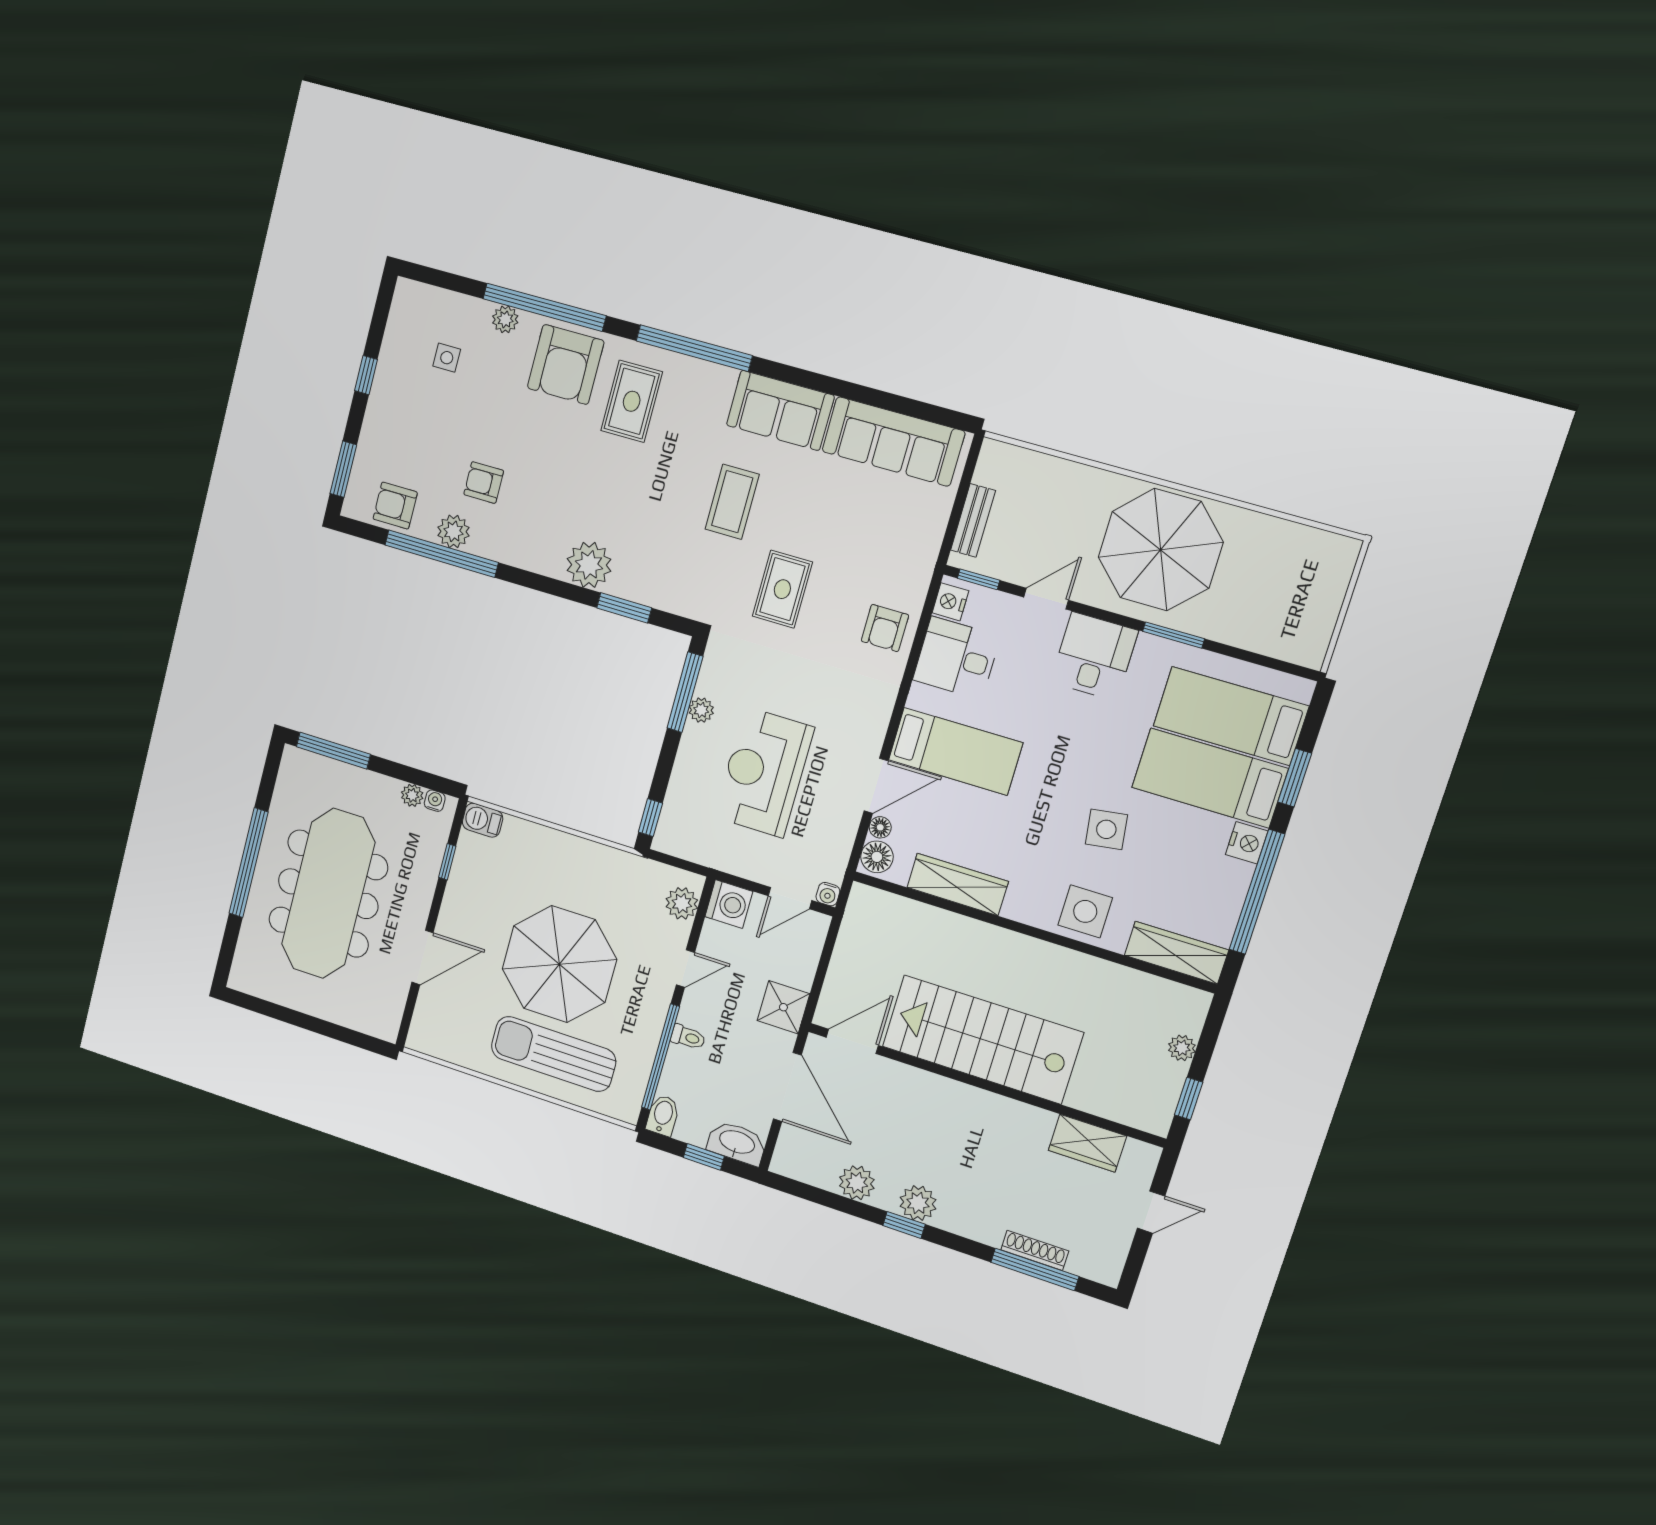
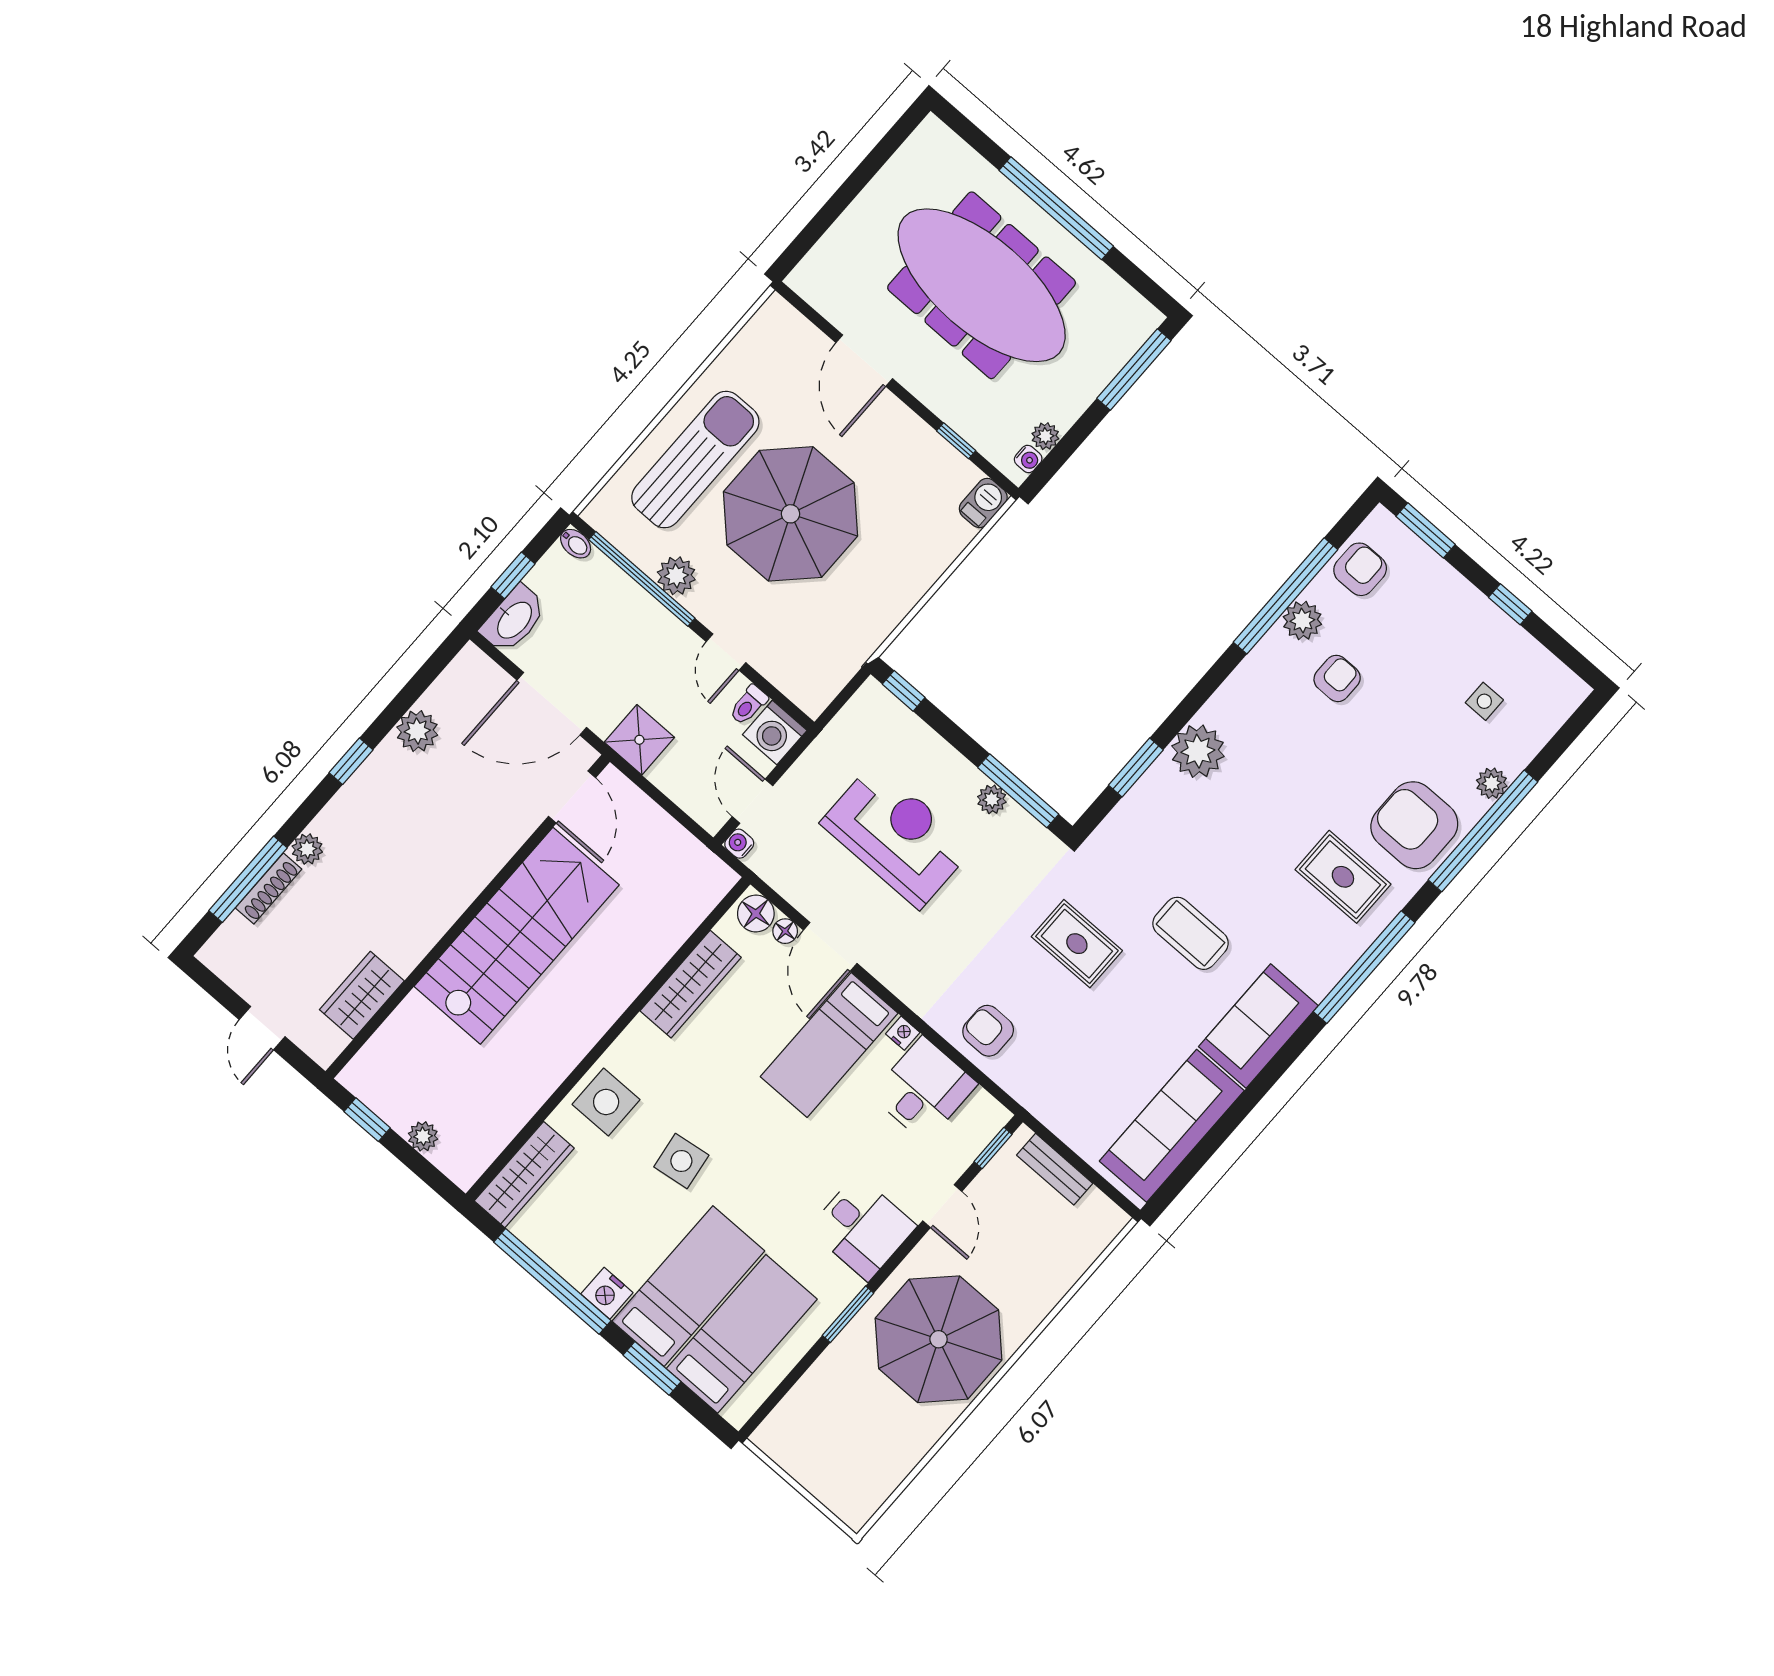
nightstand: (950, 602) -> (903, 1033), moved, width x0.72, depth x0.74
plant: (682, 903) -> (676, 576), moved
toilet: (688, 1037) -> (748, 705), moved
bidet: (663, 1115) -> (576, 544), width x0.72, depth x0.74
plant: (918, 1203) -> (307, 849), moved, width x0.73, depth x0.73

